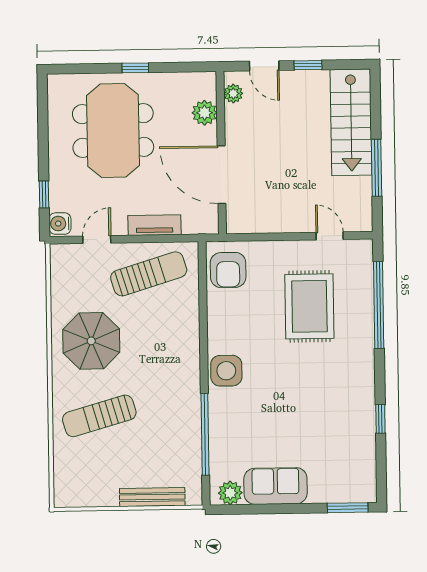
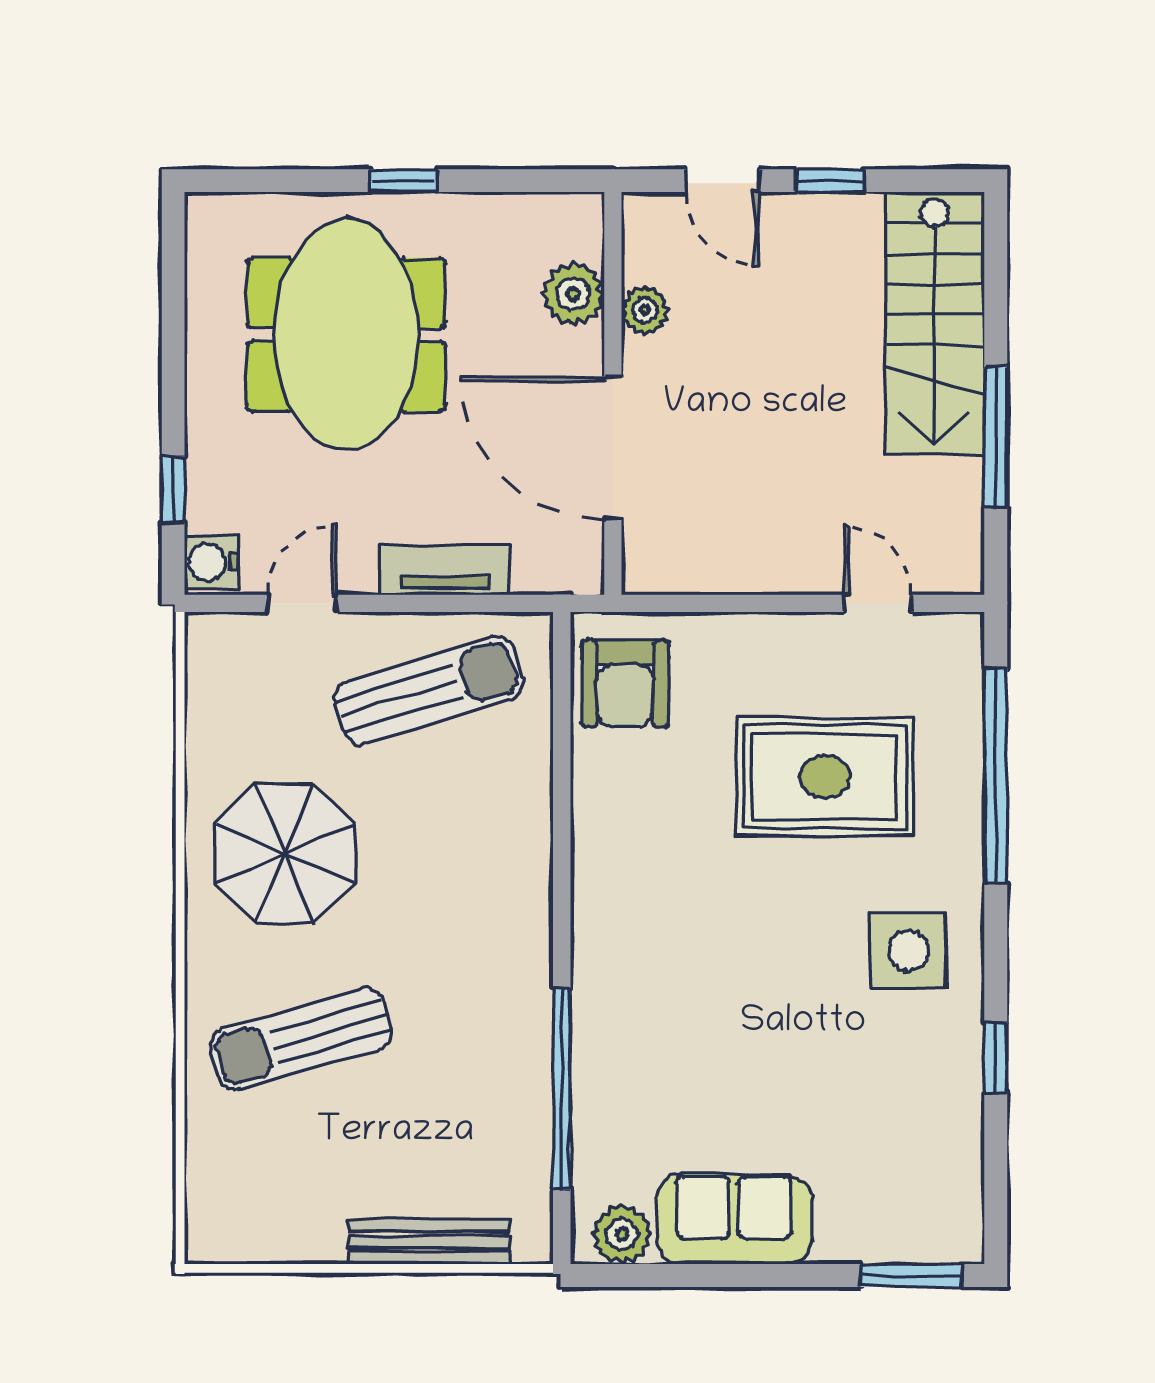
plant: (233, 93) -> (645, 310), moved
rug: (309, 306) -> (825, 777), turned 90
side table: (226, 371) -> (908, 951), moved

